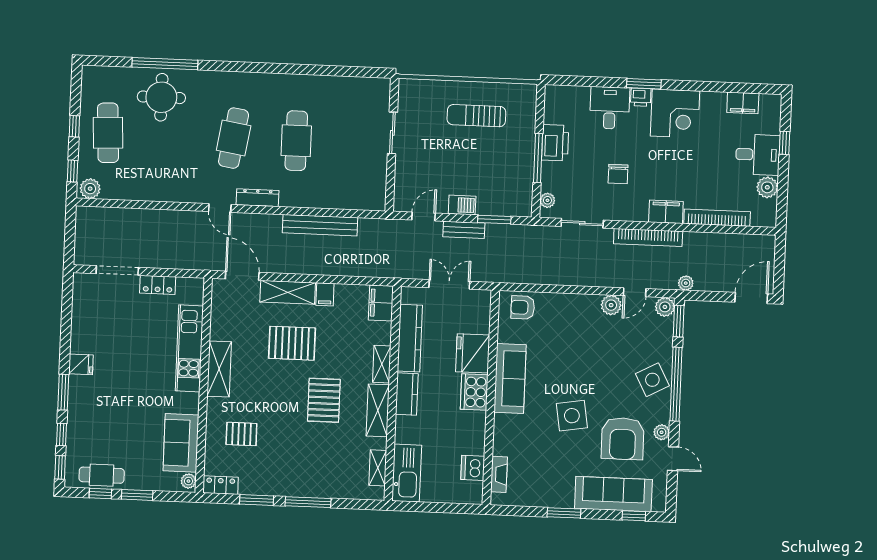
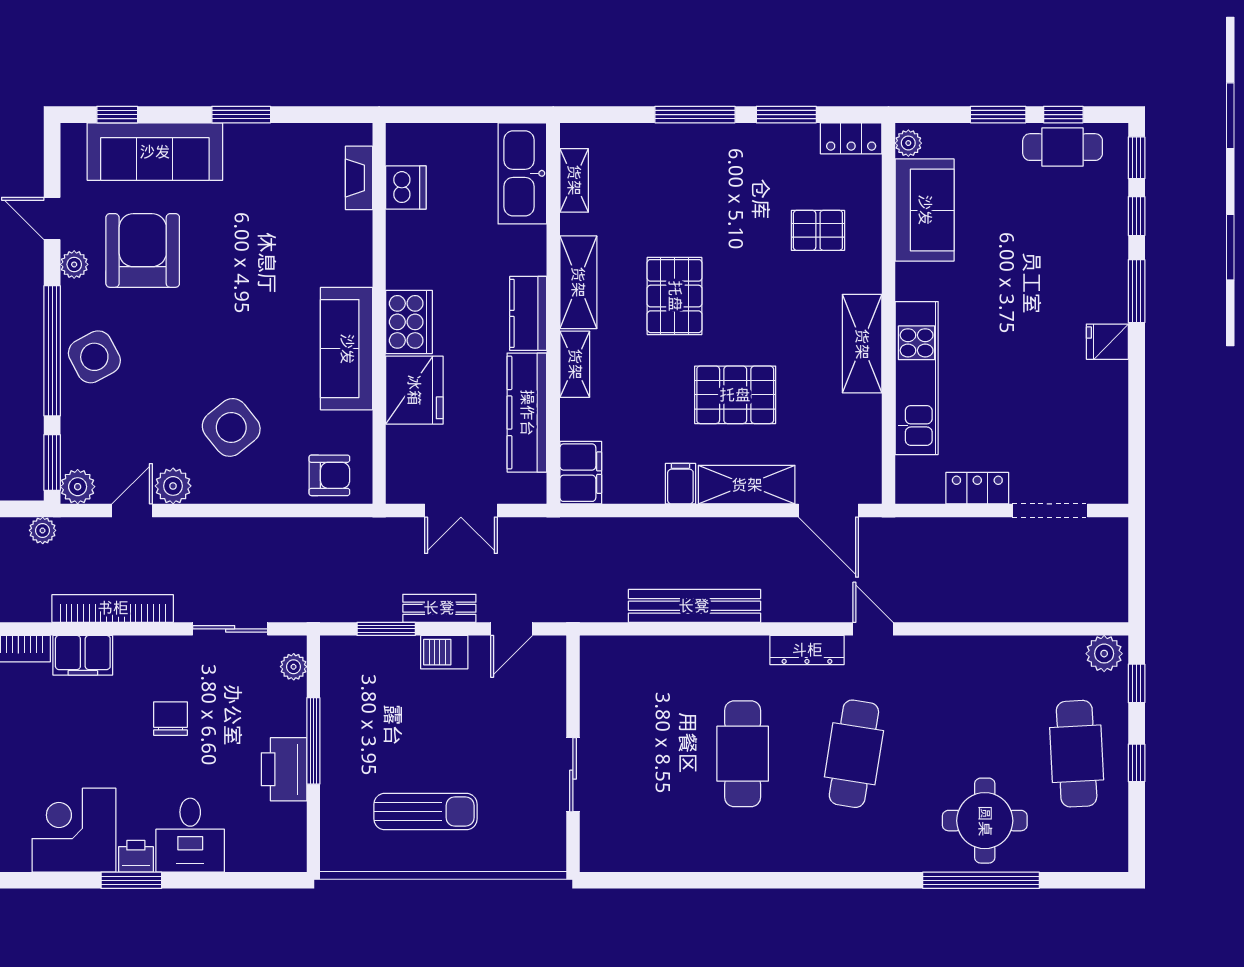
side table: (572, 416) -> (231, 427), moved, turned -30

